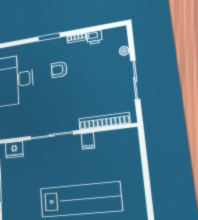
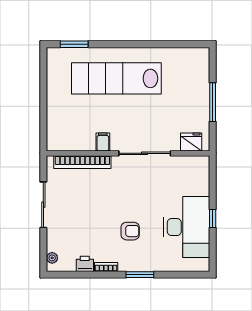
plant: (124, 51) -> (52, 258), moved

